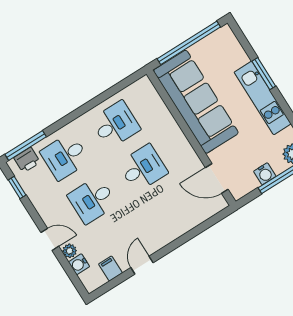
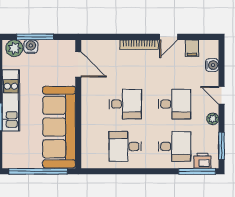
desk: (143, 168) -> (125, 104), turned 180
water cooler: (265, 174) -> (31, 47), moved
window: (17, 187) -> (221, 146), width x1.50
bookcase: (167, 238) -> (139, 45), added
plant: (70, 251) -> (213, 119), moved

